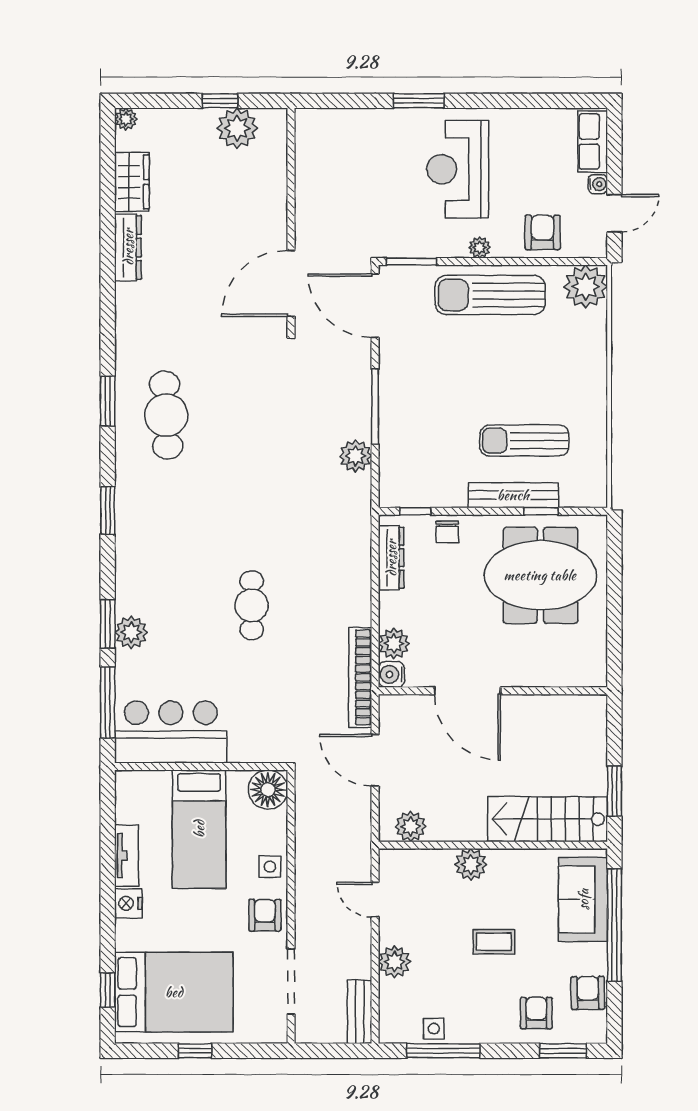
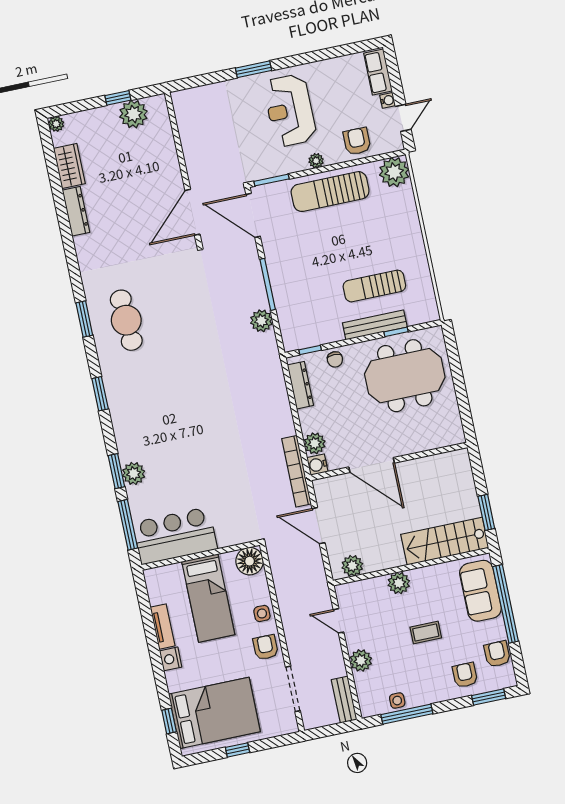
cafe table: (252, 605) -> (212, 438), removed

